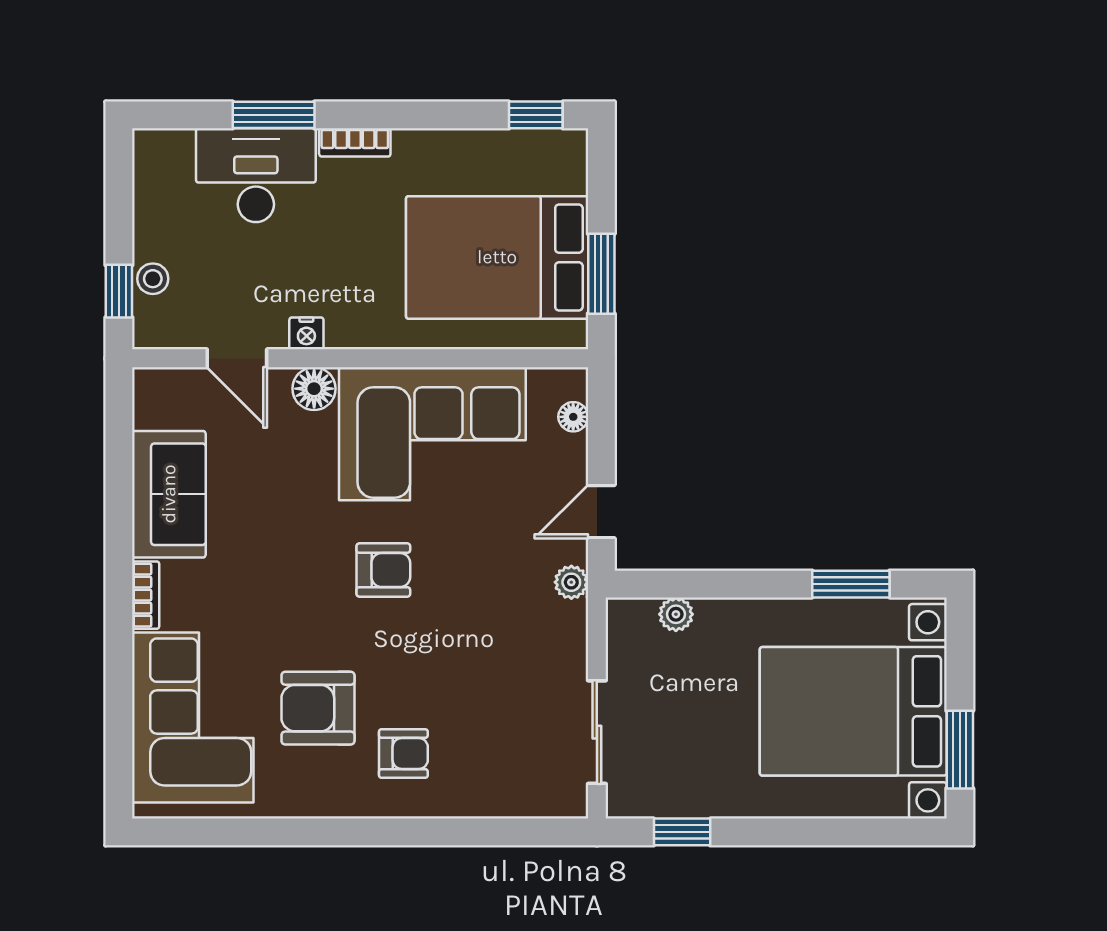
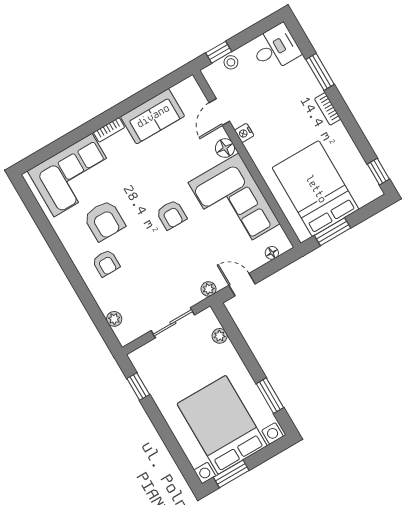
desk: (256, 175) -> (275, 48), moved, width x0.73
armchair: (318, 708) -> (104, 221), turned 180
sliding door: (597, 732) -> (173, 323), moved
plant: (522, 801) -> (114, 319), added

